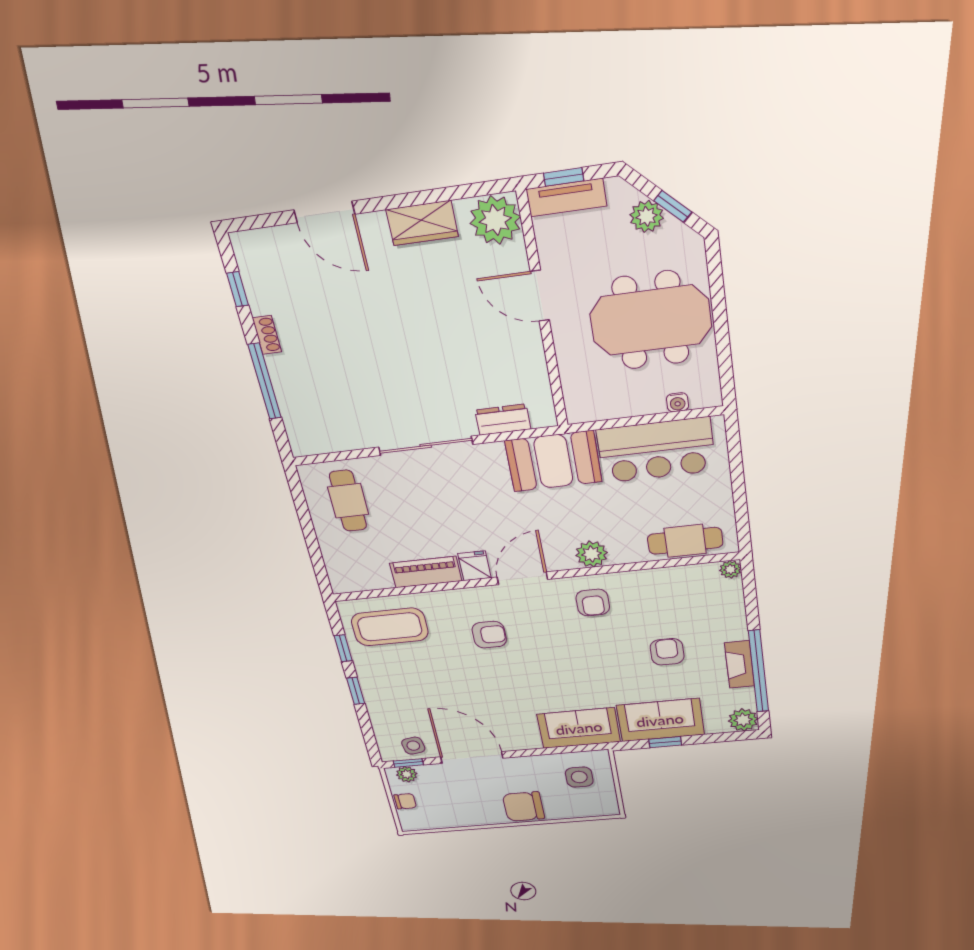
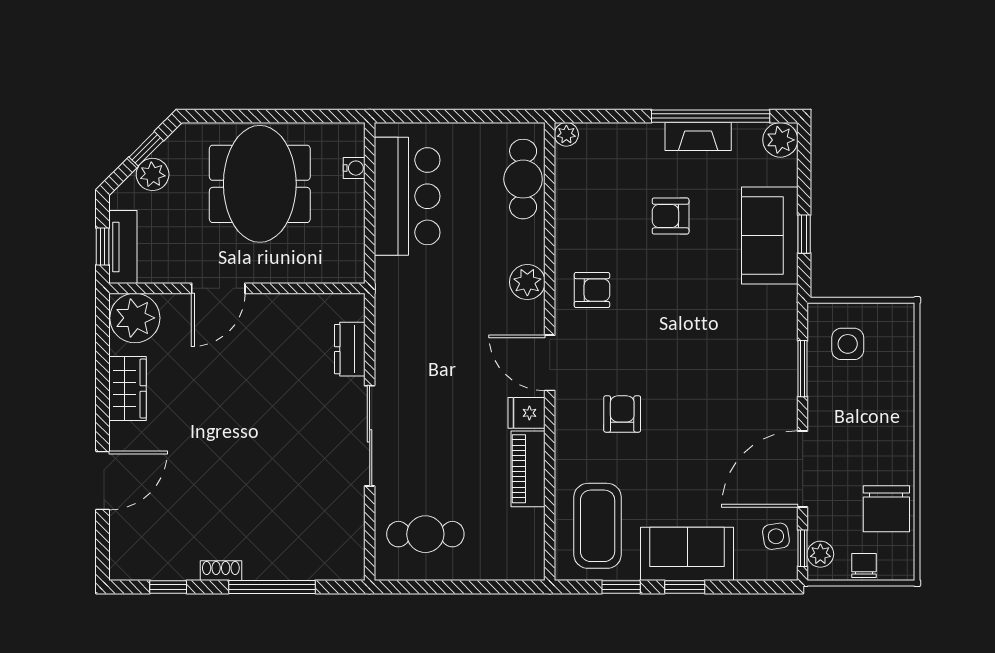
booth: (553, 461) -> (406, 305), removed
sofa: (579, 728) -> (687, 554), moved, turned 90
window: (553, 751) -> (802, 369), added
chair: (524, 807) -> (886, 509), moved

